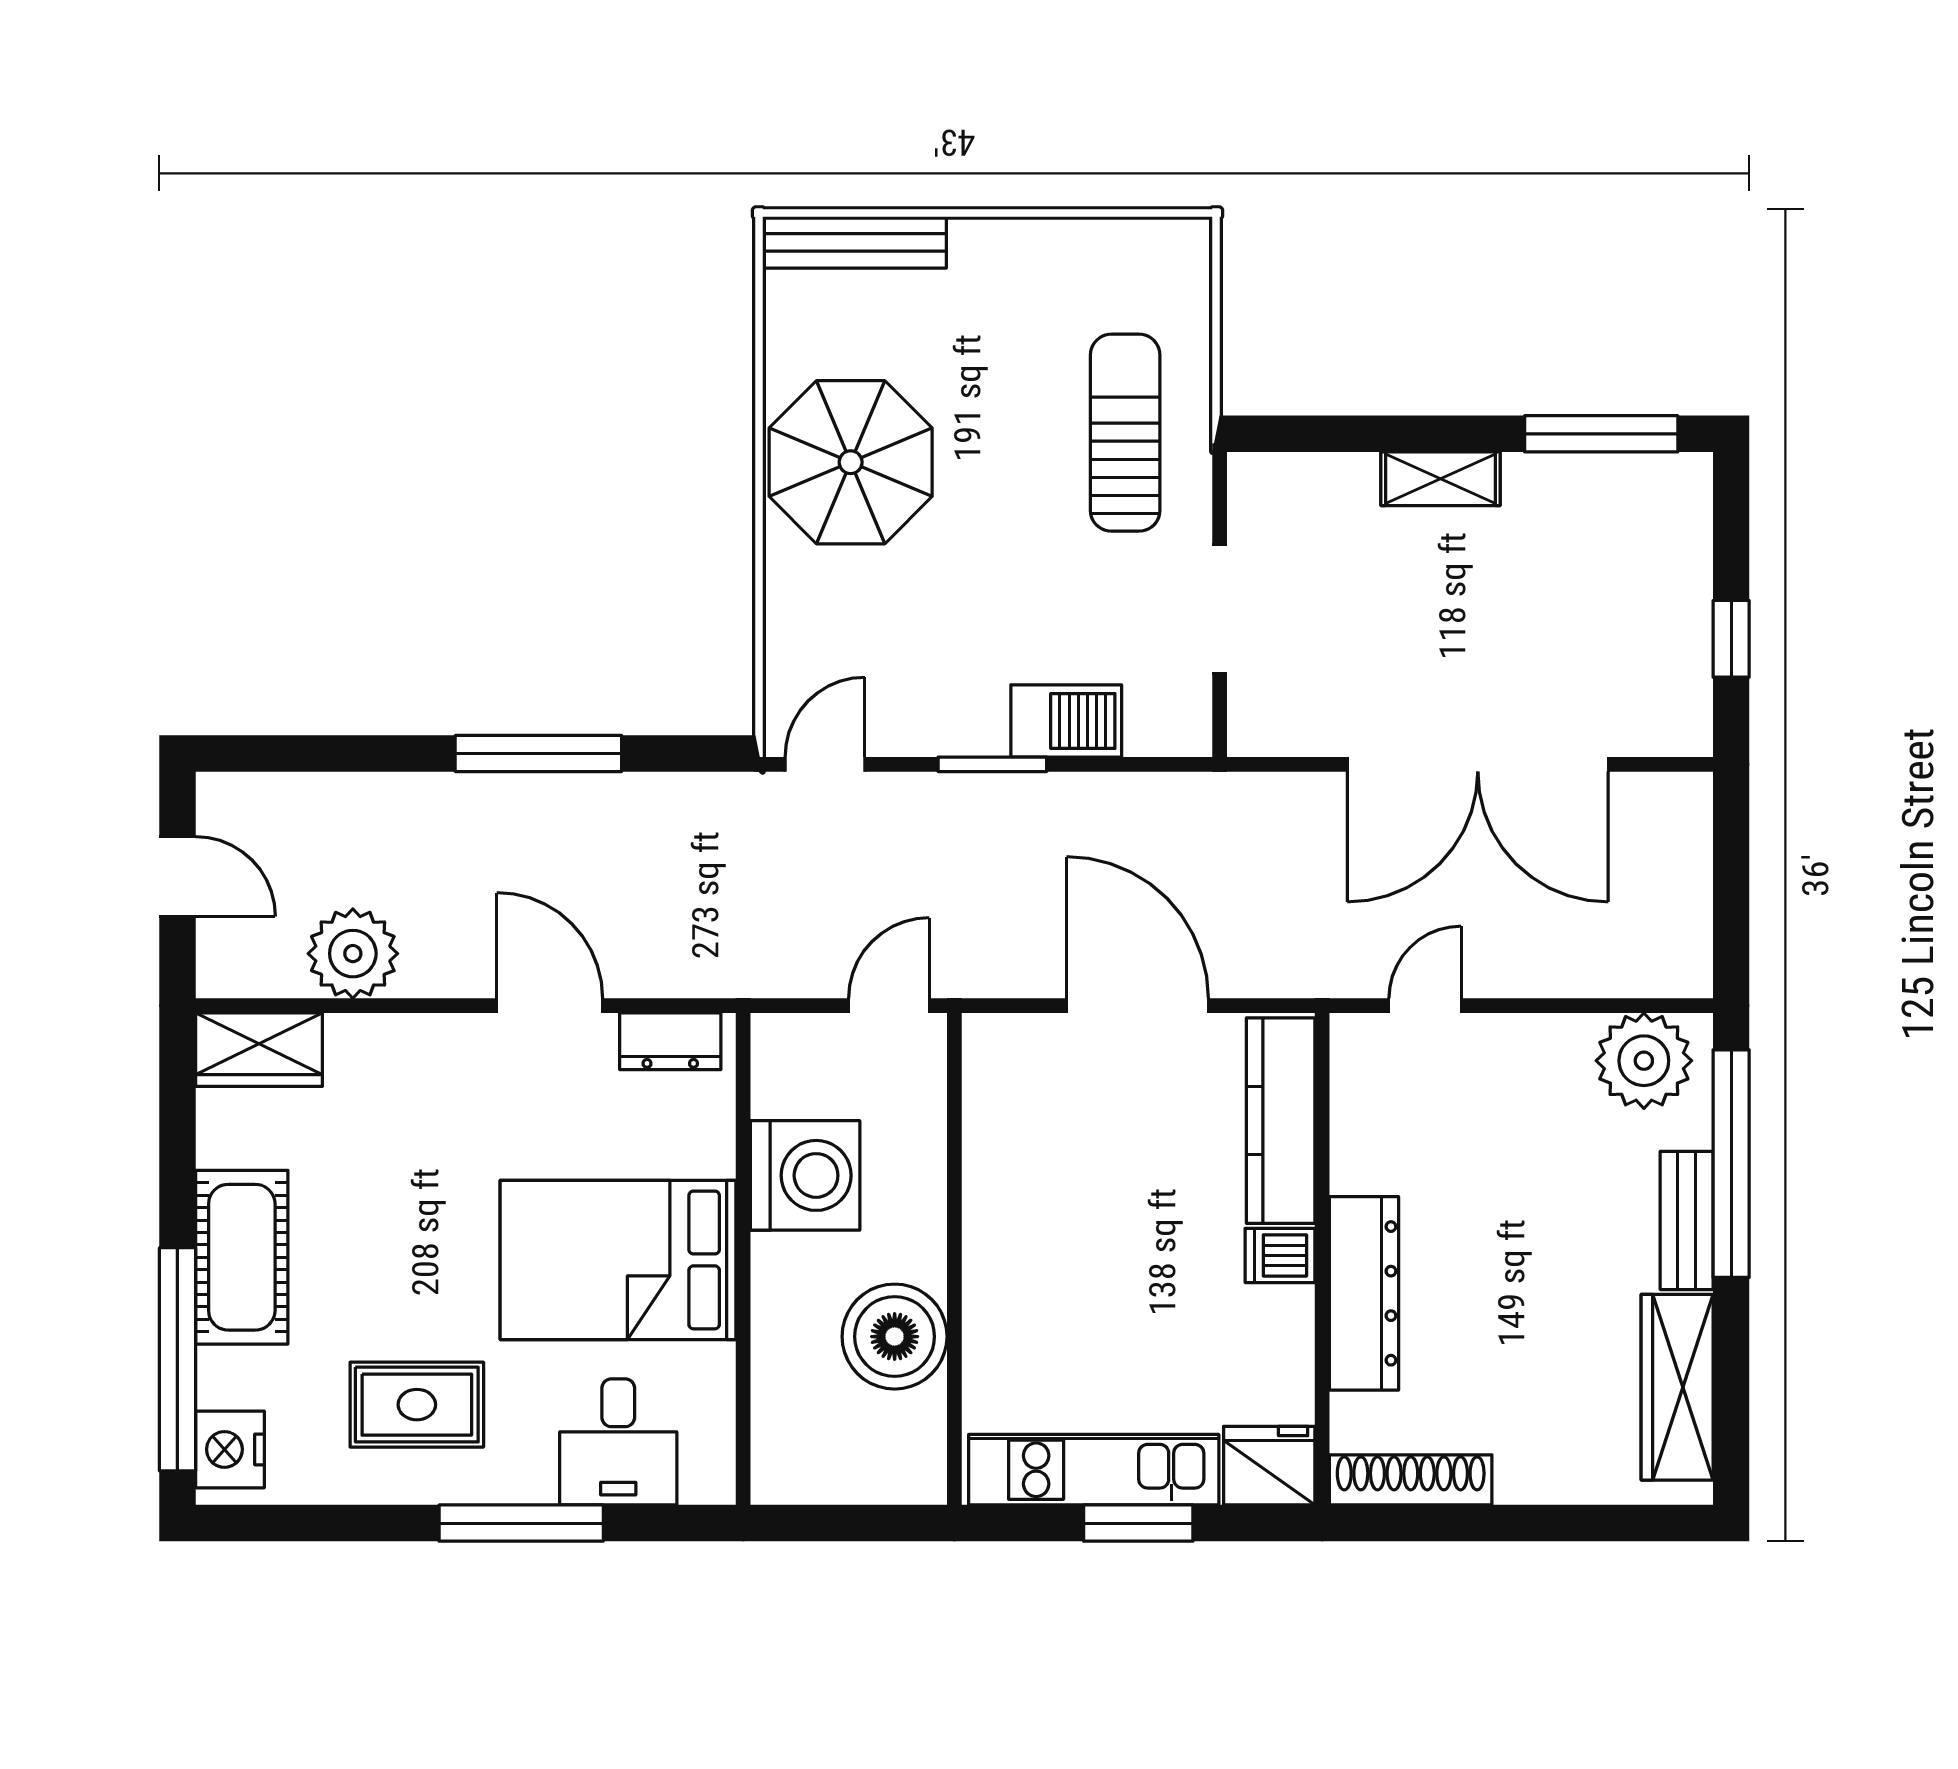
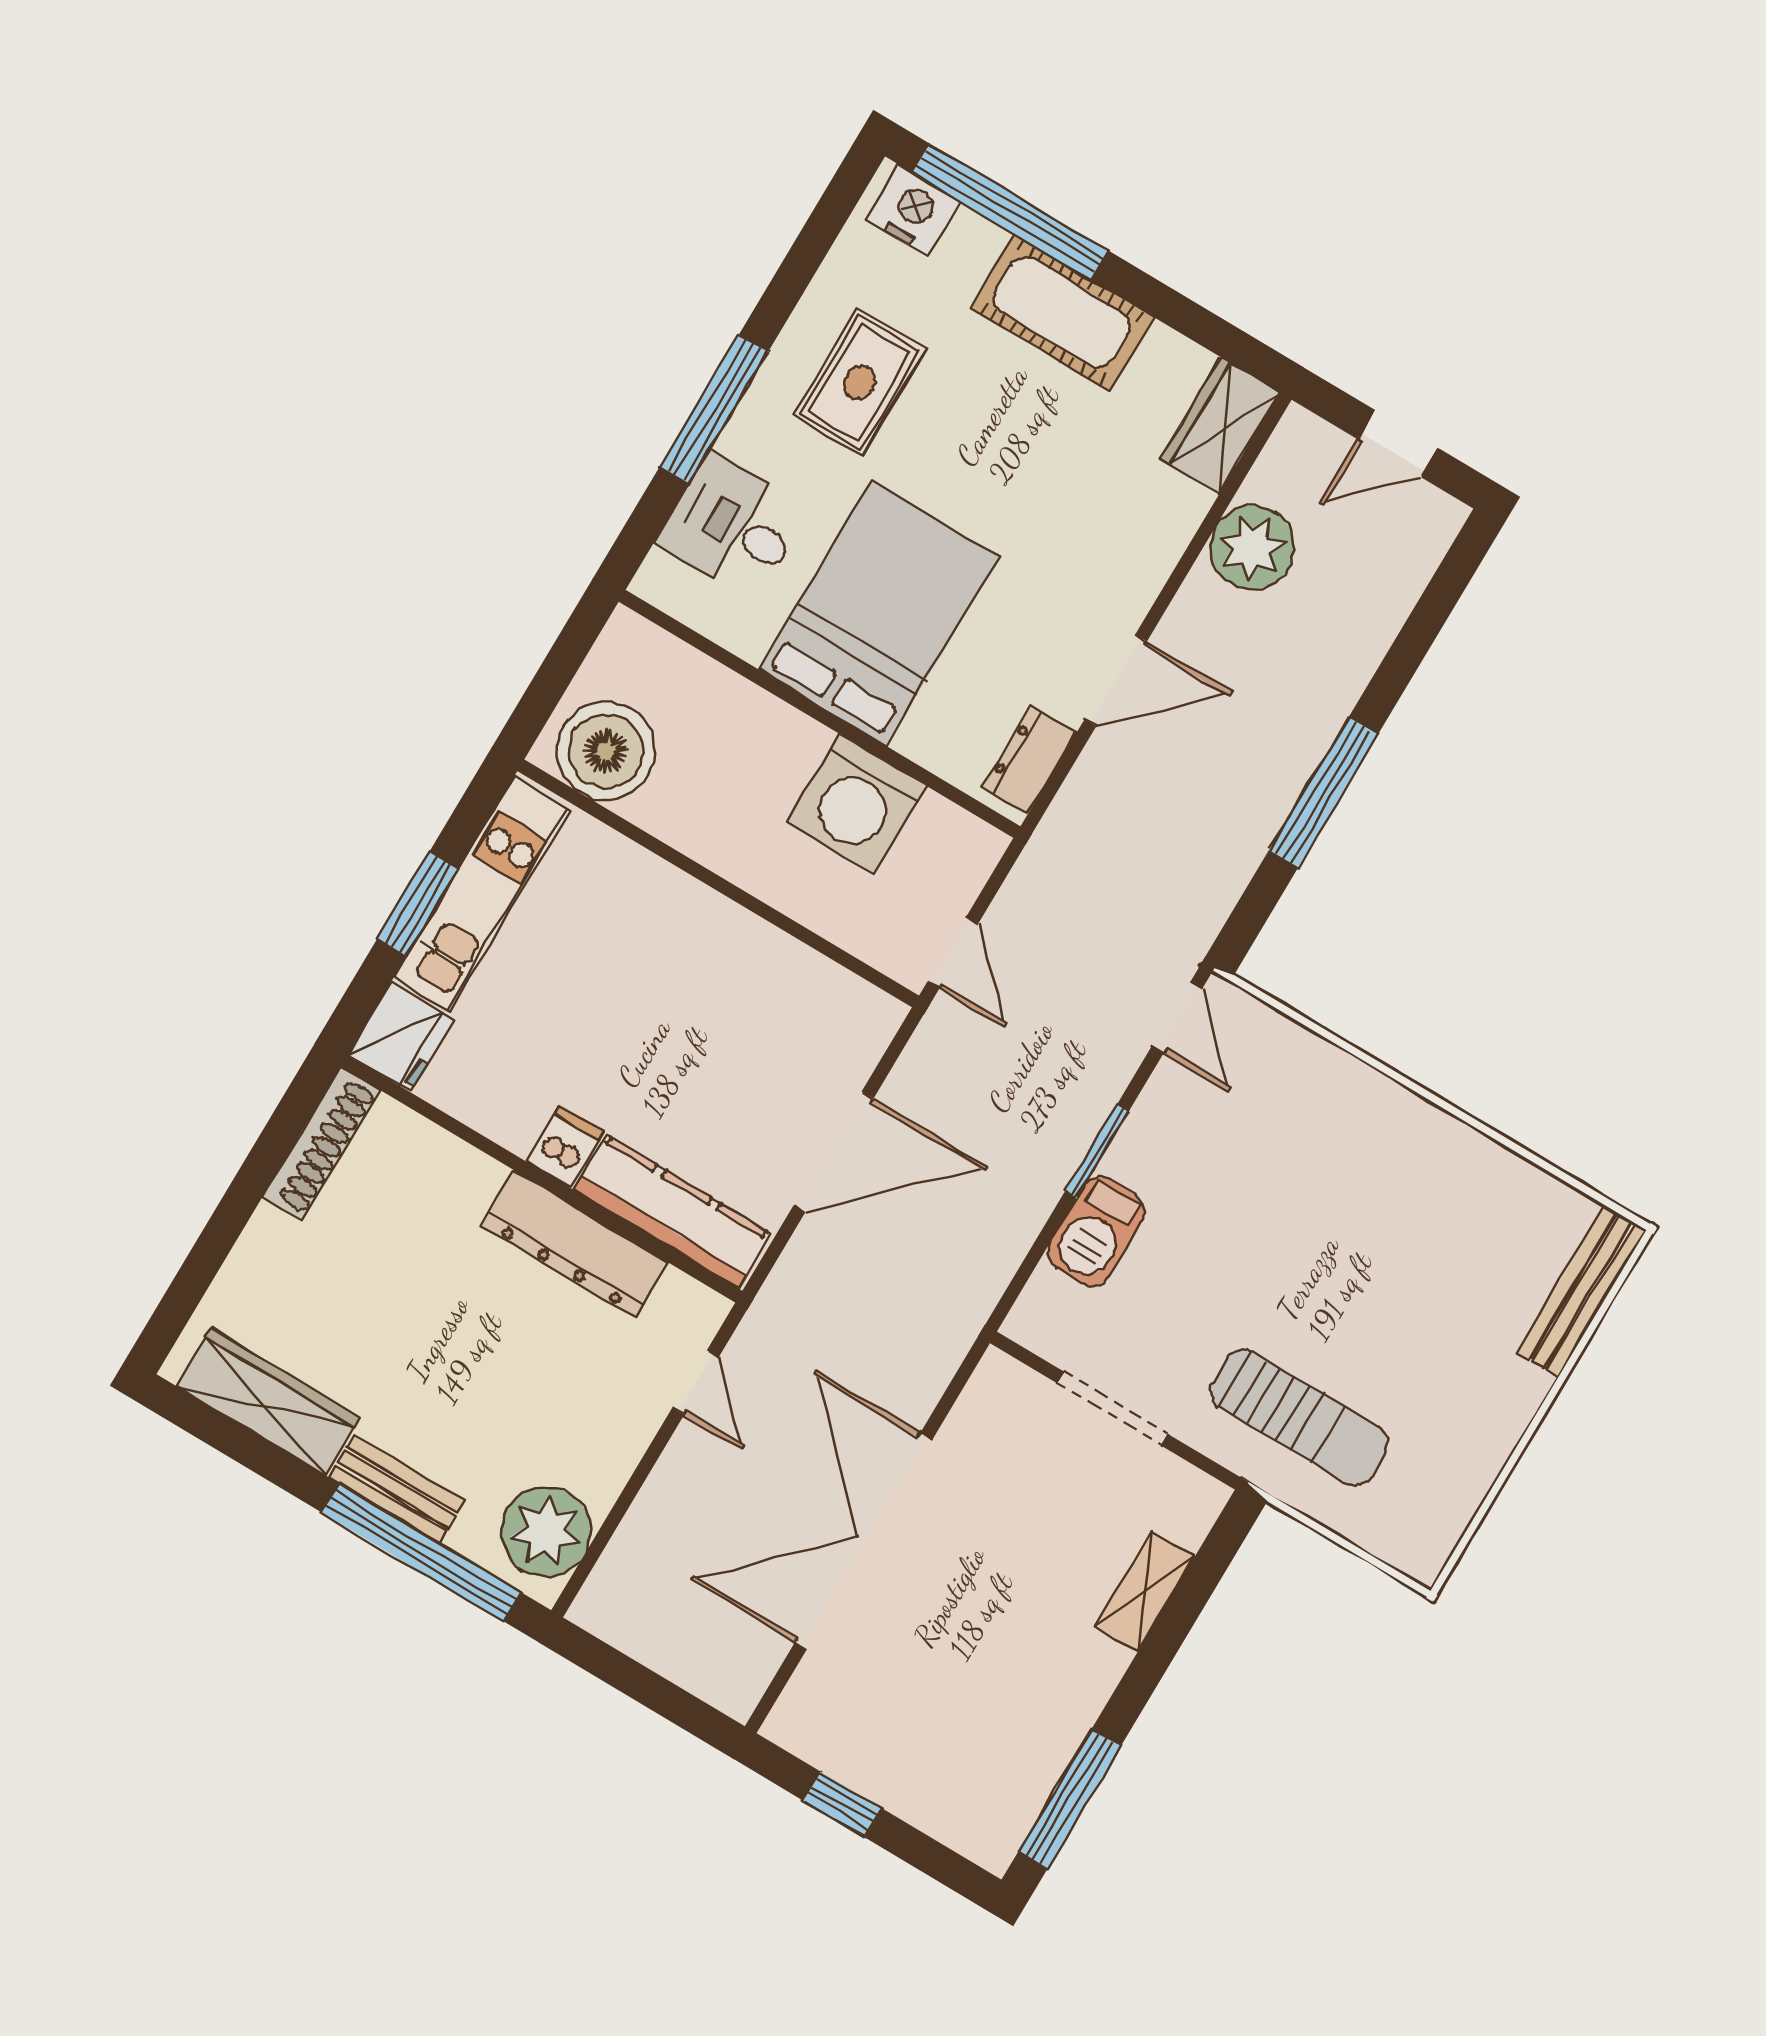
parasol: (851, 462) -> (1407, 1183), removed
shelving: (1440, 479) -> (1145, 1591), moved
dresser: (1364, 1293) -> (574, 1244), moved
boiler: (895, 1337) -> (606, 751), moved

